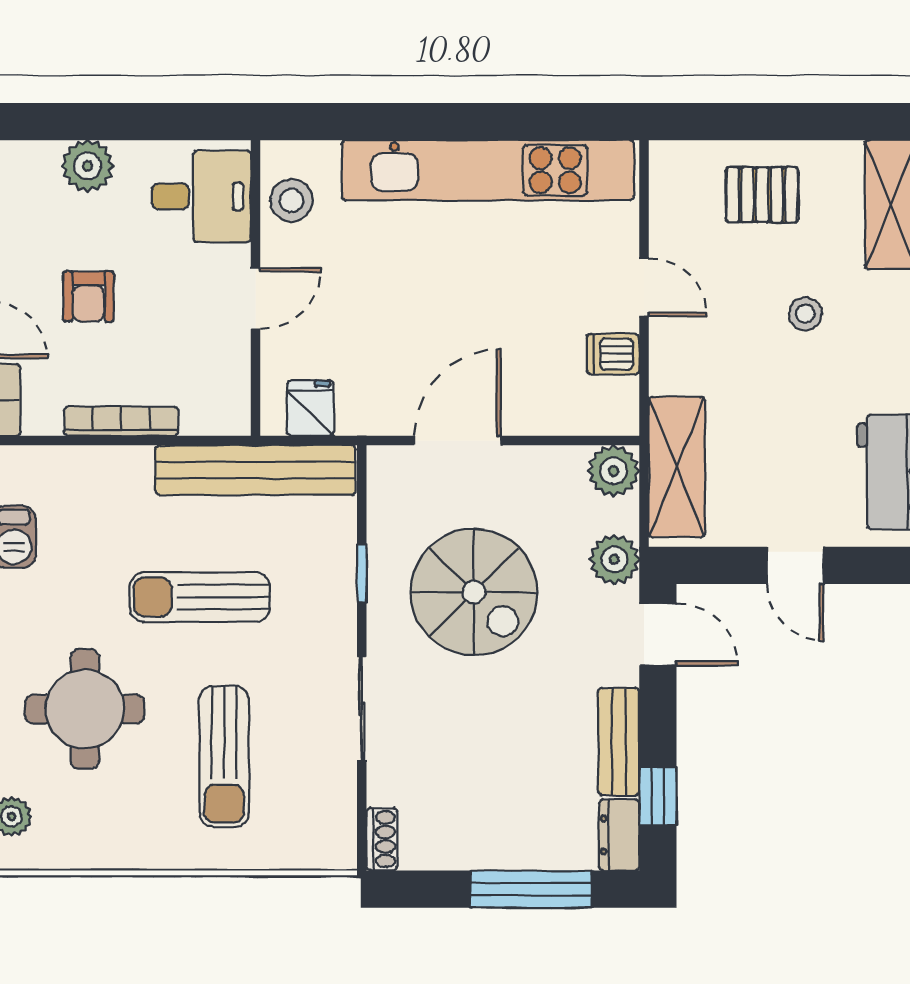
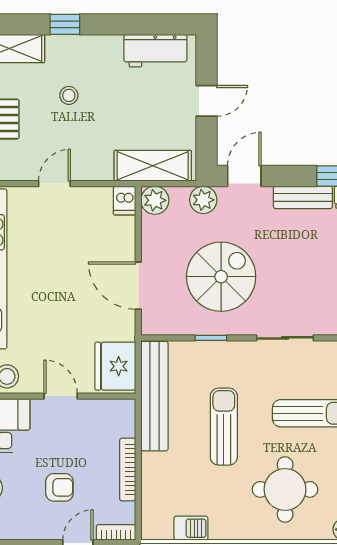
dishwasher: (613, 354) -> (125, 201), moved
fridge: (310, 408) -> (115, 366), width x1.88, depth x1.34
sun lounger: (200, 597) -> (224, 427), turned 180

